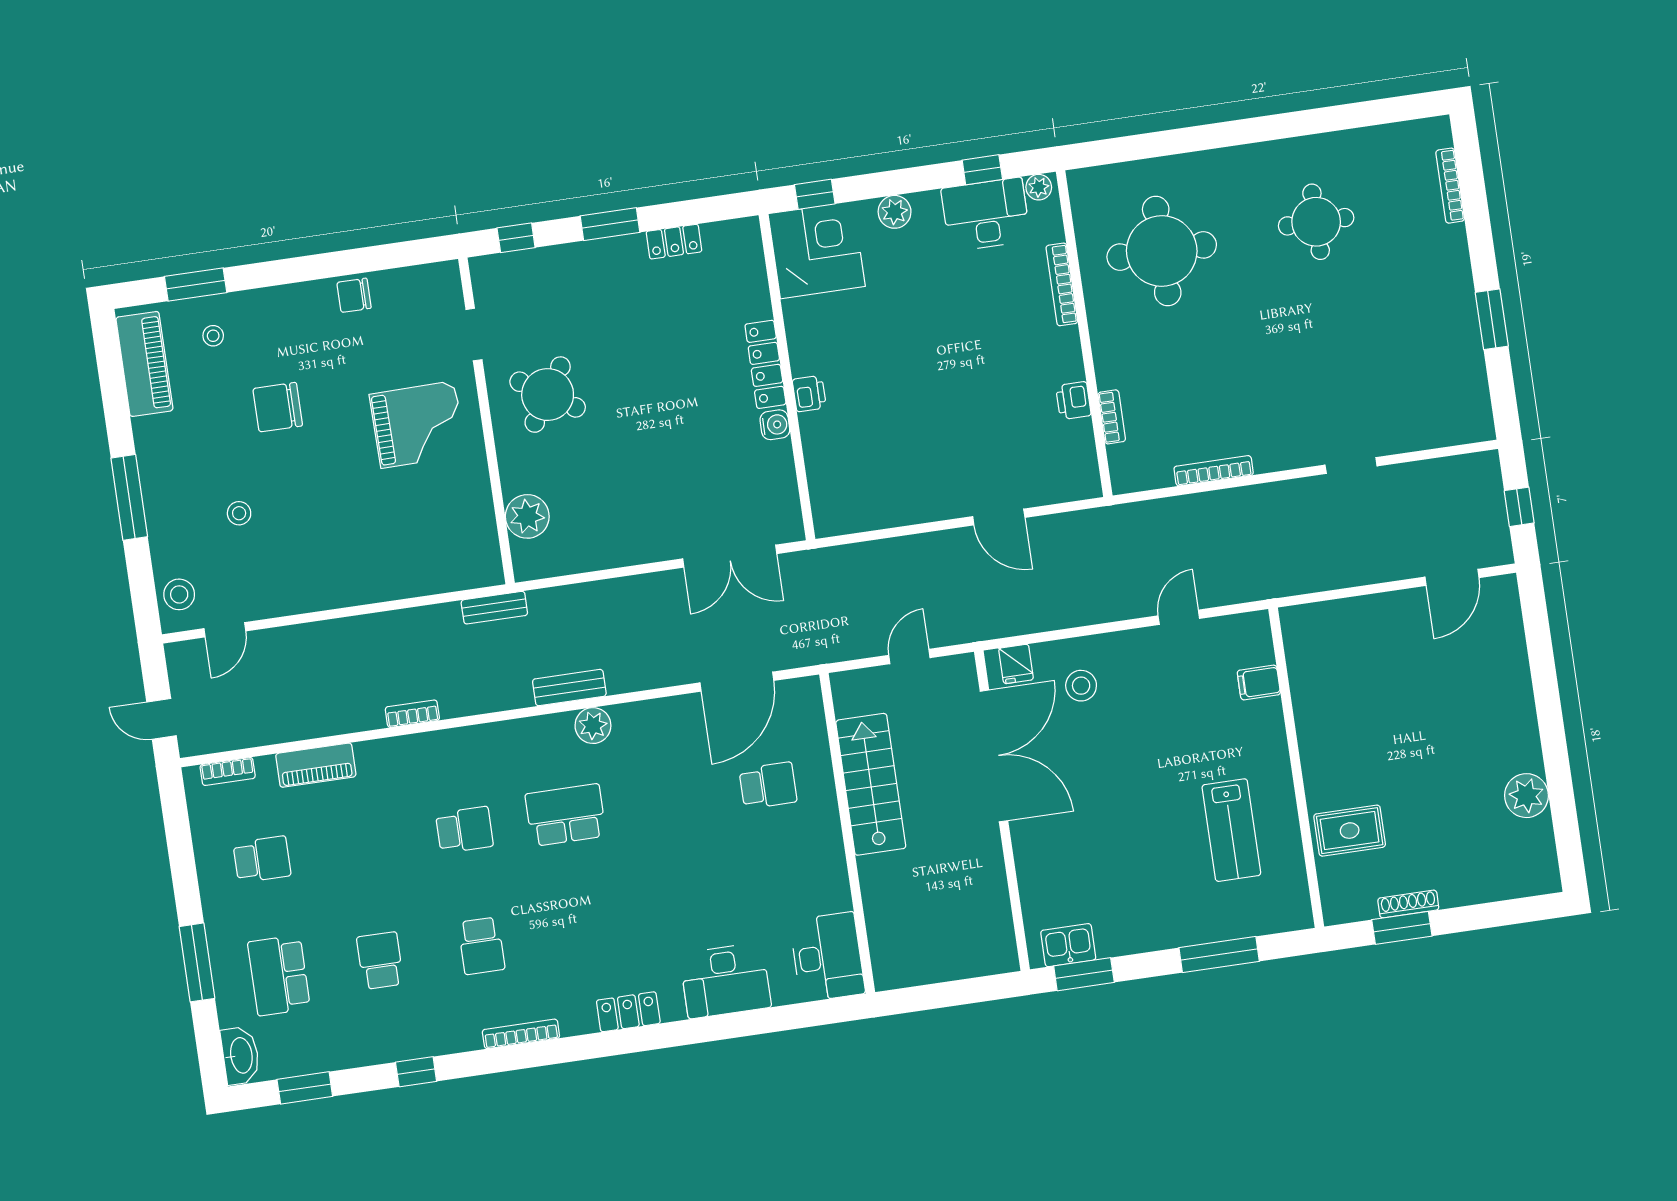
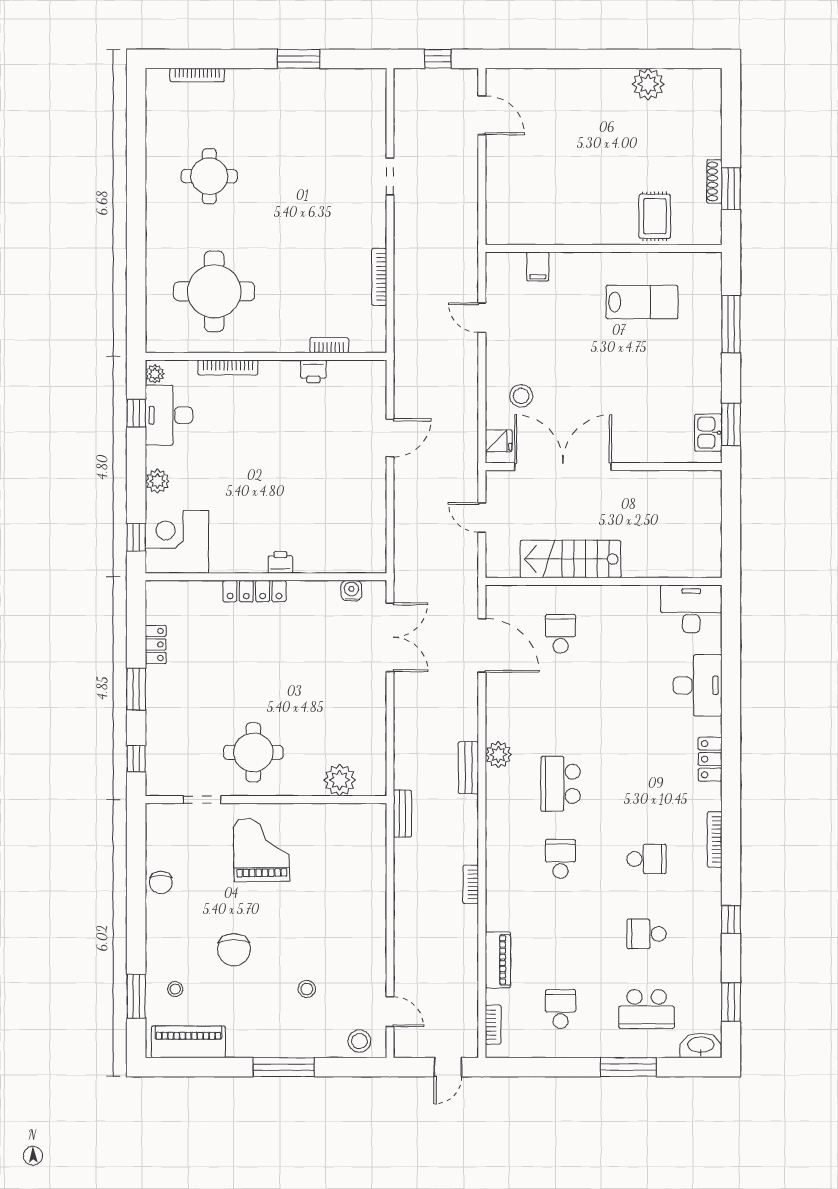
round table: (548, 395) -> (253, 752), turned -33
water cooler: (775, 425) -> (351, 591), moved

